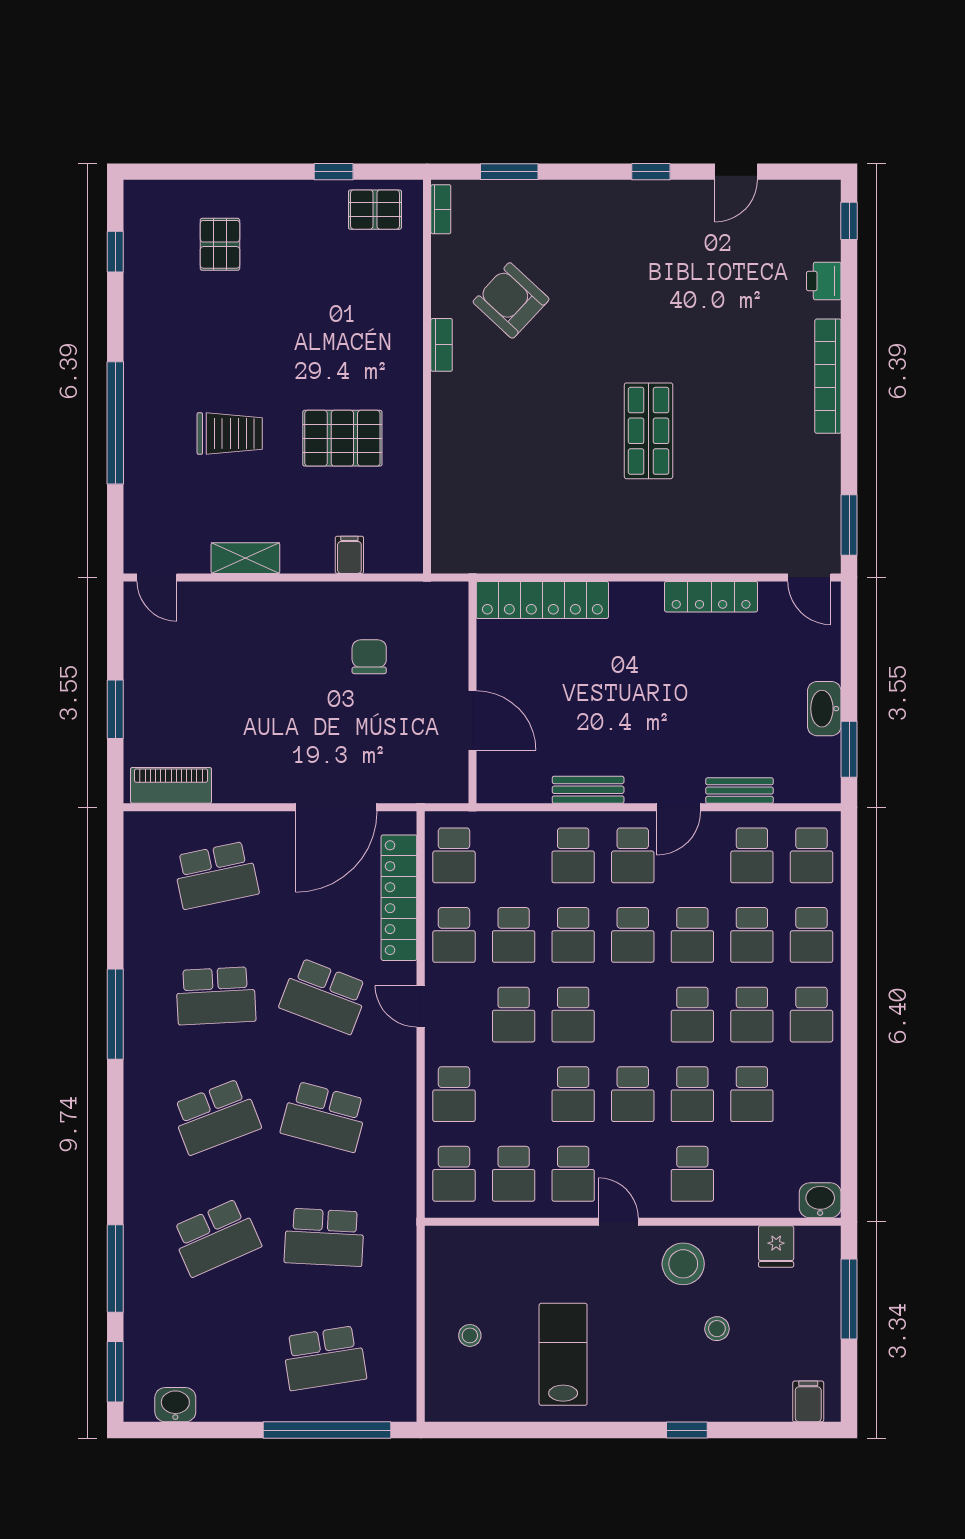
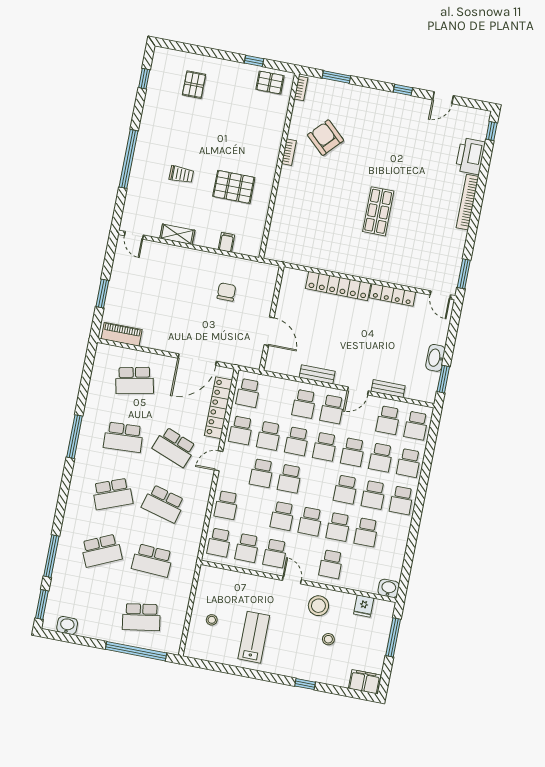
printer: (824, 281) -> (470, 156), width x1.87, depth x1.48
trolley: (230, 433) -> (181, 174), width x0.73, depth x0.72
locker: (542, 600) -> (338, 286), moved
door: (421, 1006) -> (219, 461), hinge flipped
filing cabinet: (808, 1401) -> (365, 682), width x2.00

